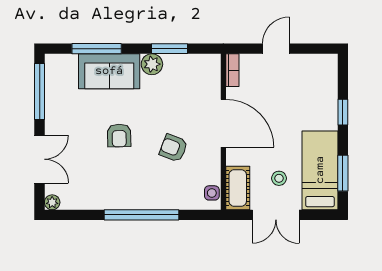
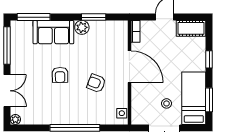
window: (97, 49) -> (34, 17), moved
cot: (238, 188) -> (191, 28), moved, turned 90

